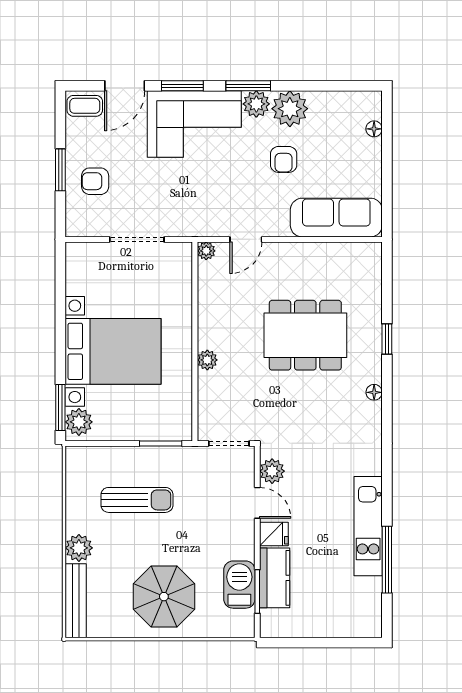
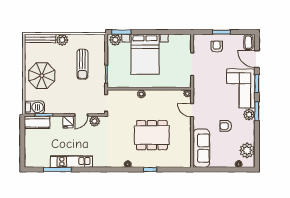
plant: (290, 109) -> (247, 150), moved
dining table: (305, 335) -> (152, 135), turned 90
kitchen counter: (275, 578) -> (37, 122), moved
barbecue: (239, 585) -> (34, 107), moved

